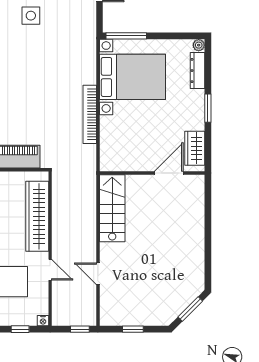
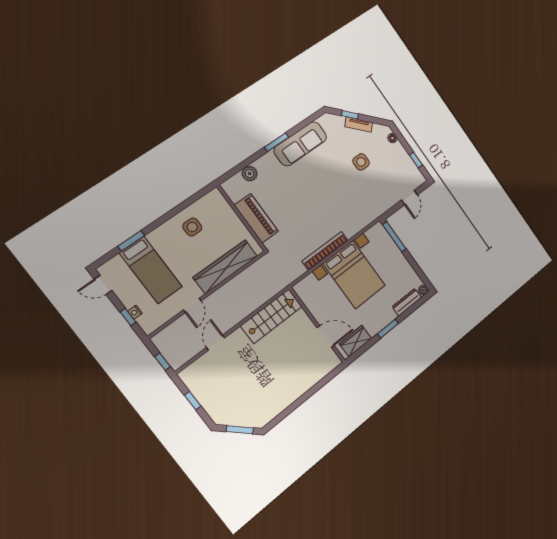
bed with nightstands: (132, 77) -> (354, 275), moved
nightstand: (43, 321) -> (135, 312), moved

